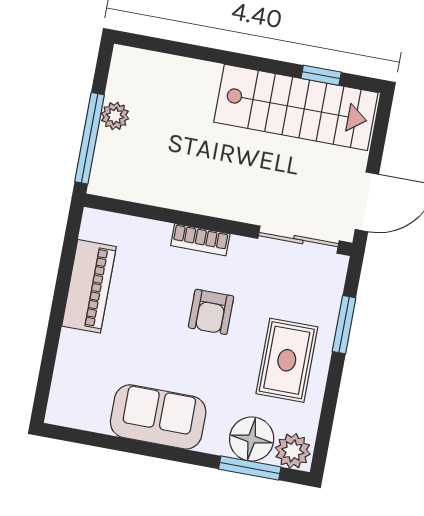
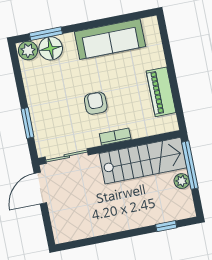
window: (321, 75) -> (166, 226), moved
stairs: (296, 107) -> (143, 161), moved, turned 180
rug: (287, 360) -> (49, 94), removed
sofa: (158, 417) -> (110, 39), width x1.36

